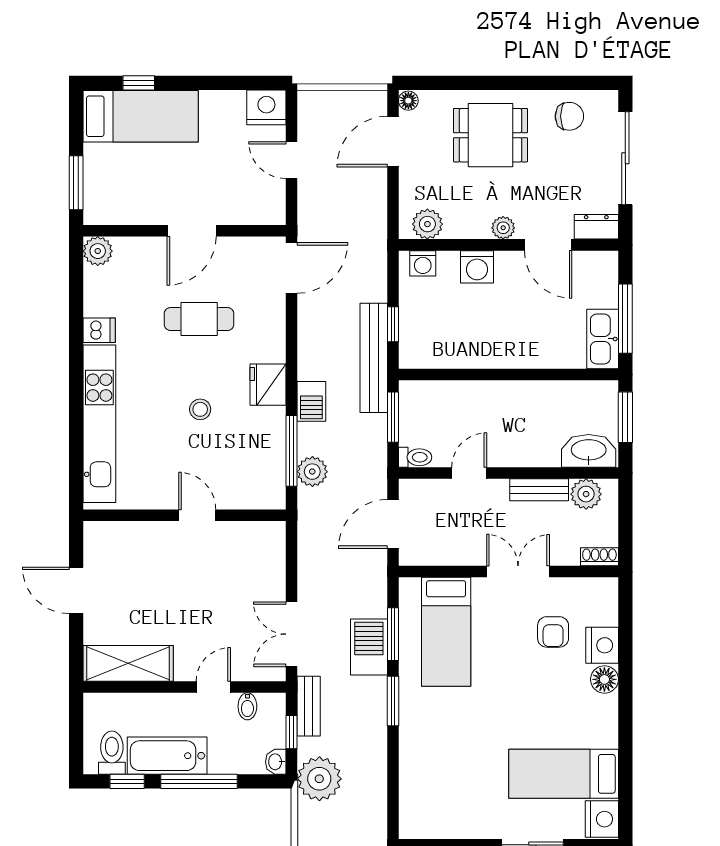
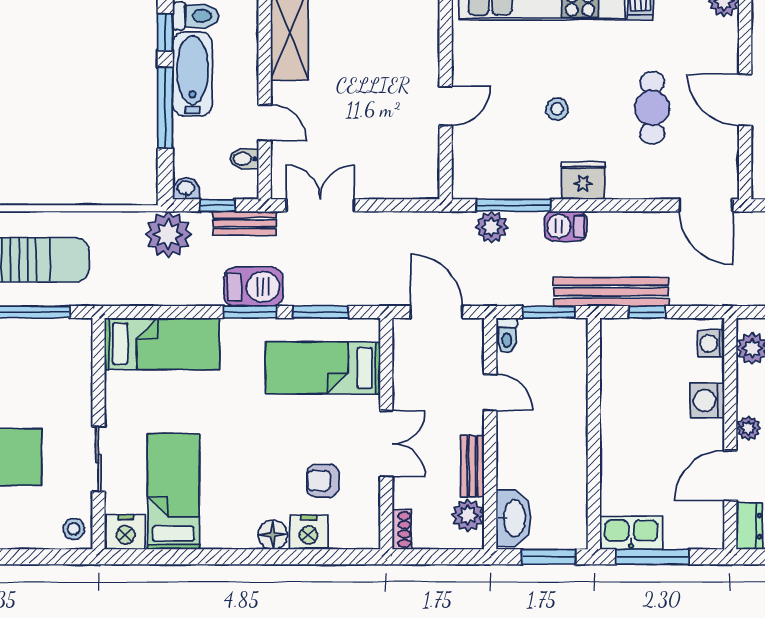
barbecue: (369, 647) -> (253, 287), moved
bed: (423, 785) -> (162, 344), added

